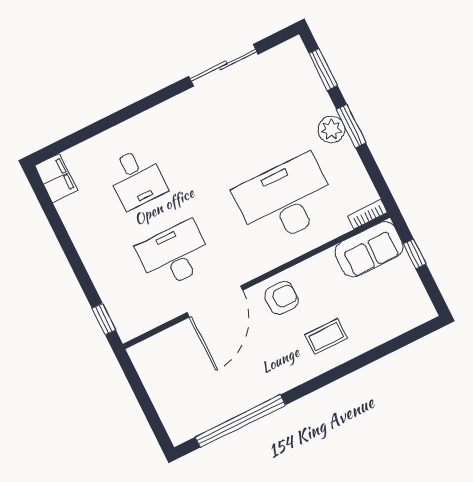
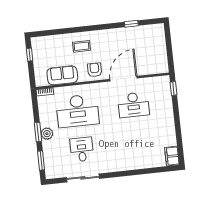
desk: (136, 178) -> (82, 149), moved
sofa: (369, 249) -> (62, 75), moved
window: (415, 254) -> (30, 55), moved
armchair: (282, 298) -> (95, 70), turned 90
window: (240, 421) -> (131, 24), width x0.32

